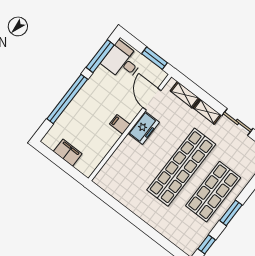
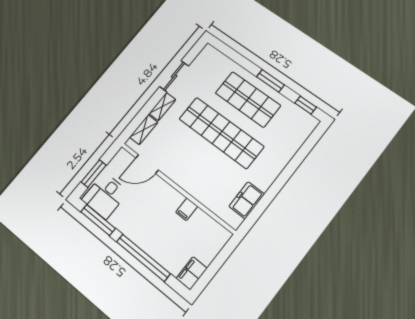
window: (154, 58) -> (94, 174), moved
filing cabinet: (120, 124) -> (187, 209), moved
freezer: (144, 128) -> (247, 200), moved, turned -90
filing cabinet: (68, 153) -> (192, 273), moved

